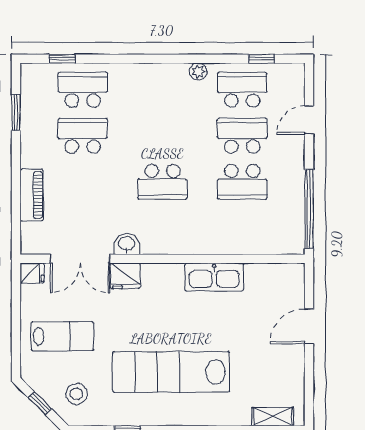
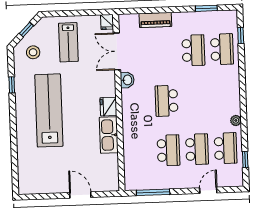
door: (309, 120) -> (208, 190), hinge flipped
school desk: (242, 182) -> (168, 150), turned 180
window: (309, 209) -> (153, 192), width x0.68
fridge: (125, 276) -> (108, 107), moved
shelving: (273, 417) -> (23, 175), removed

